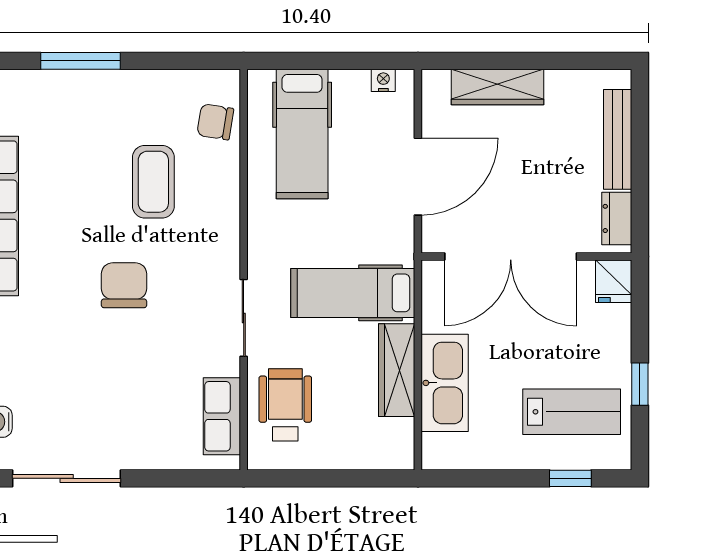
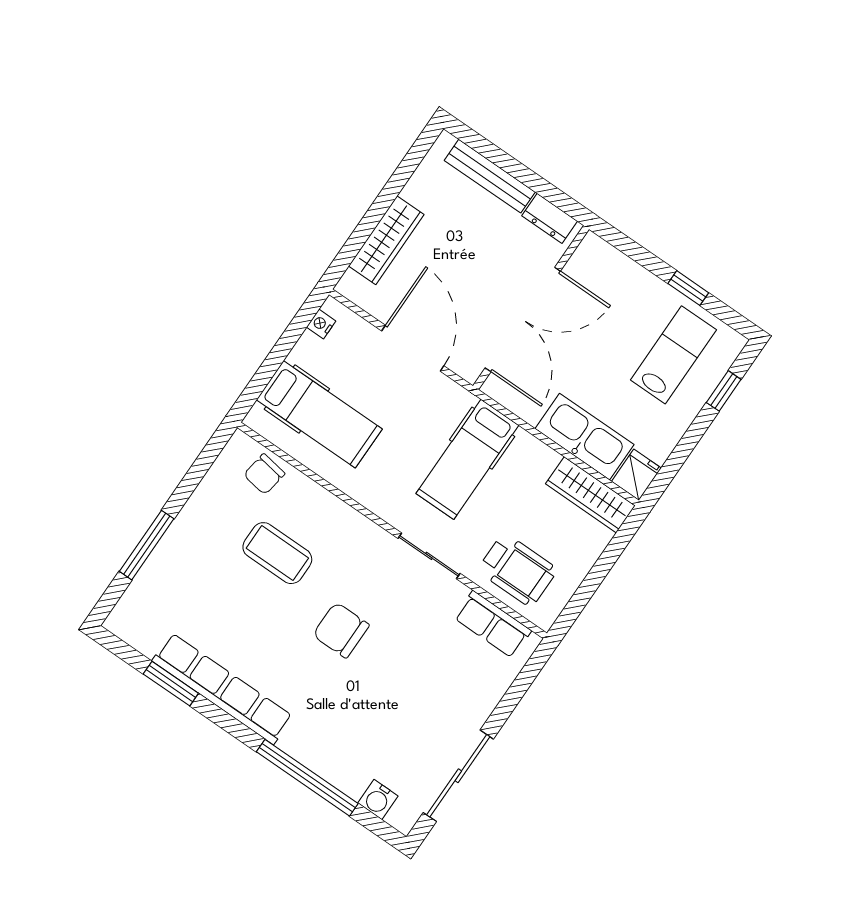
fridge: (614, 281) -> (636, 475), moved, turned -90
wardrobe: (397, 370) -> (590, 495), moved
wheelchair: (285, 405) -> (517, 570), turned 180

